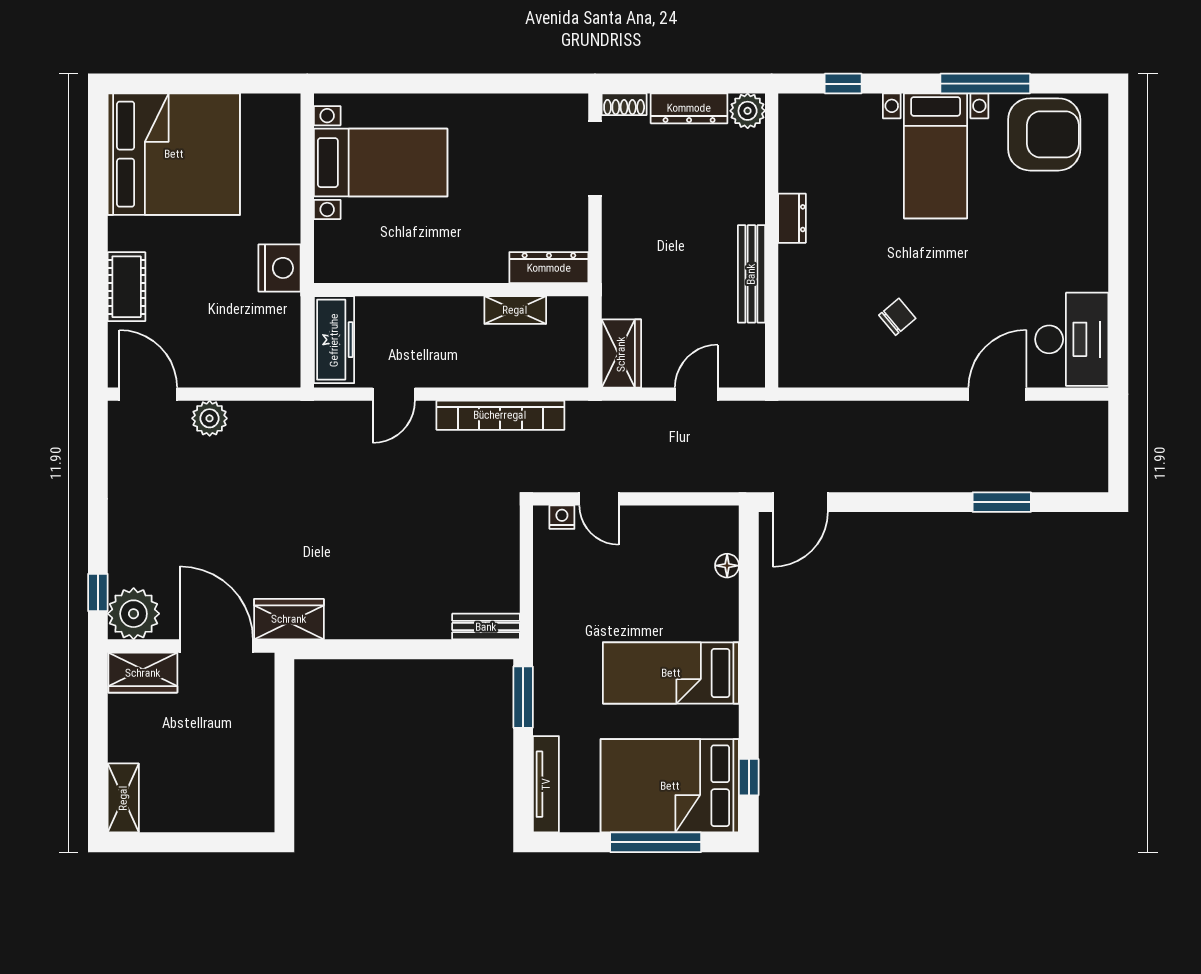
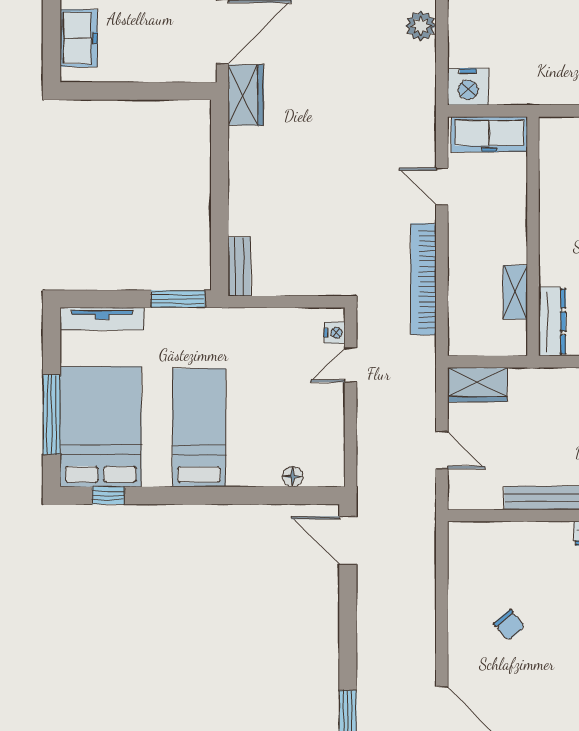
nightstand: (280, 268) -> (468, 87), moved
freezer: (224, 811) -> (79, 38), added

